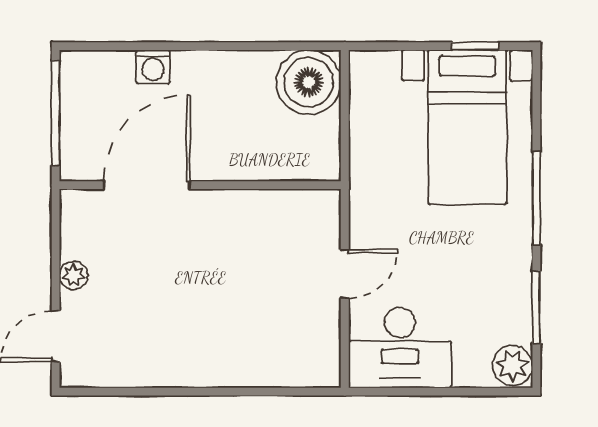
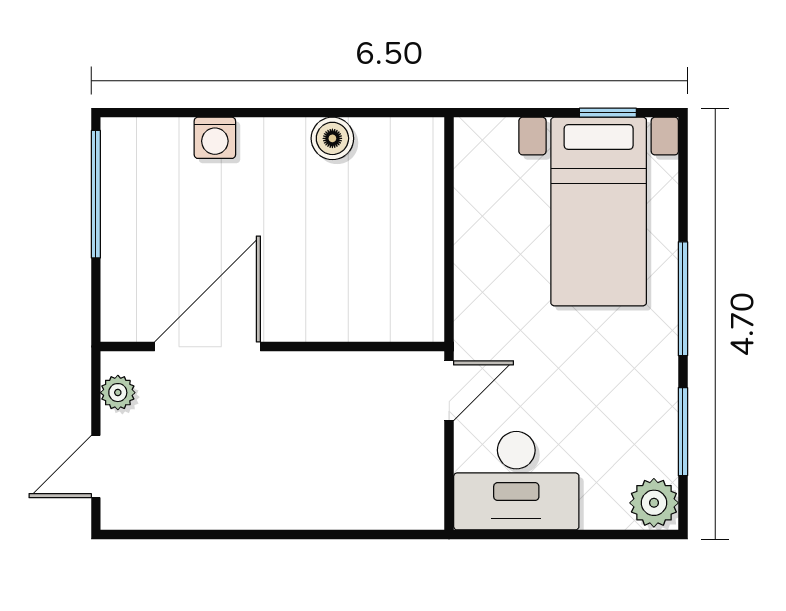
boiler: (309, 82) -> (332, 138), moved, width x0.54, depth x0.54
door: (147, 185) -> (208, 347), moved
wall: (200, 185) -> (272, 347), moved

